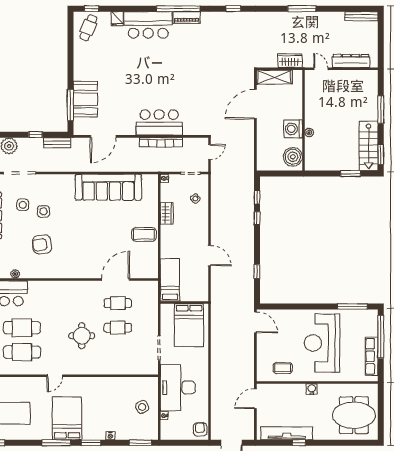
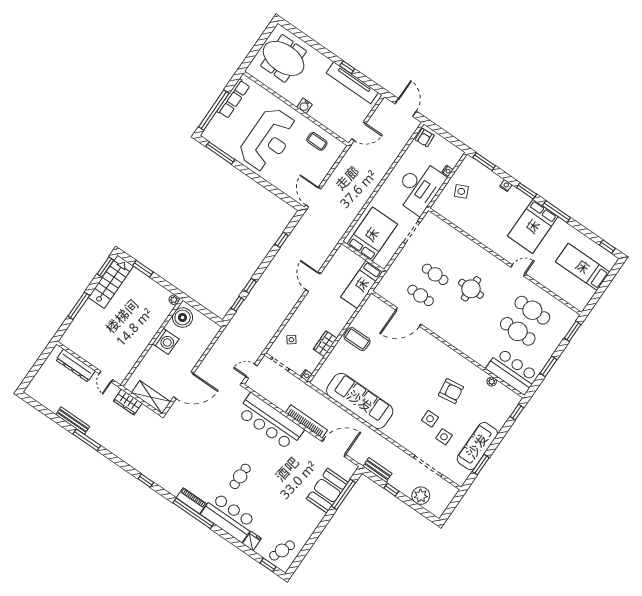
bench: (361, 16) -> (73, 421), moved
cafe table: (161, 63) -> (240, 476), added
bar counter: (159, 122) -> (270, 422), width x1.36
plant: (309, 133) -> (174, 300), moved
bookcase: (161, 142) -> (306, 421), moved

